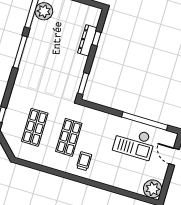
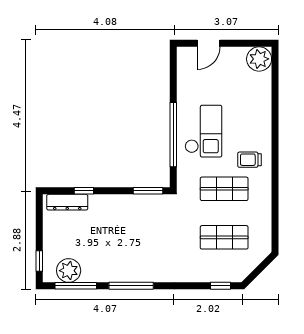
dresser: (87, 40) -> (67, 202), moved
window: (145, 121) -> (173, 135), moved
checkout: (134, 143) -> (203, 131), moved

